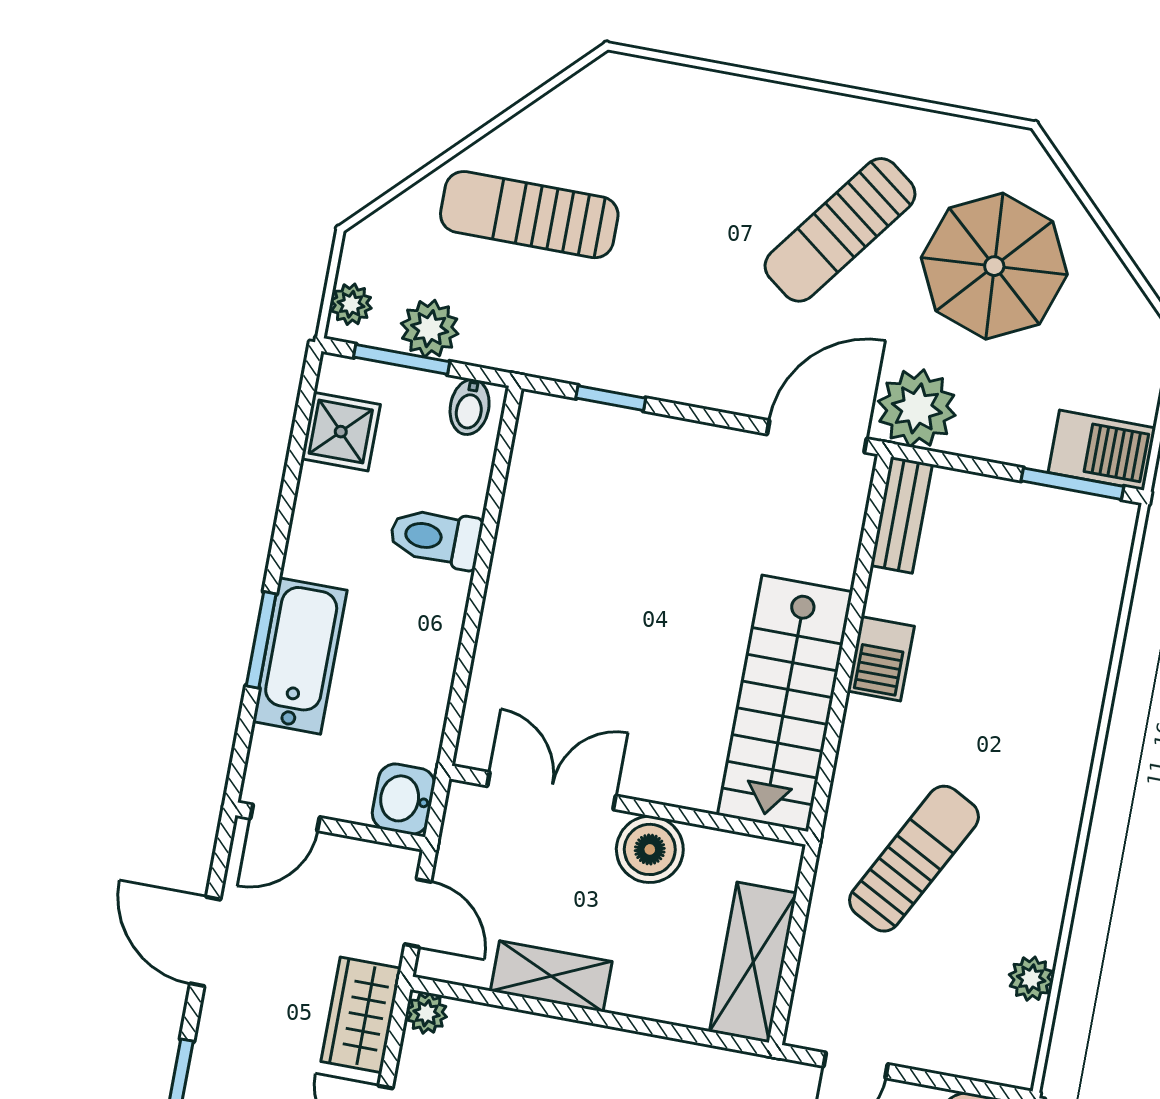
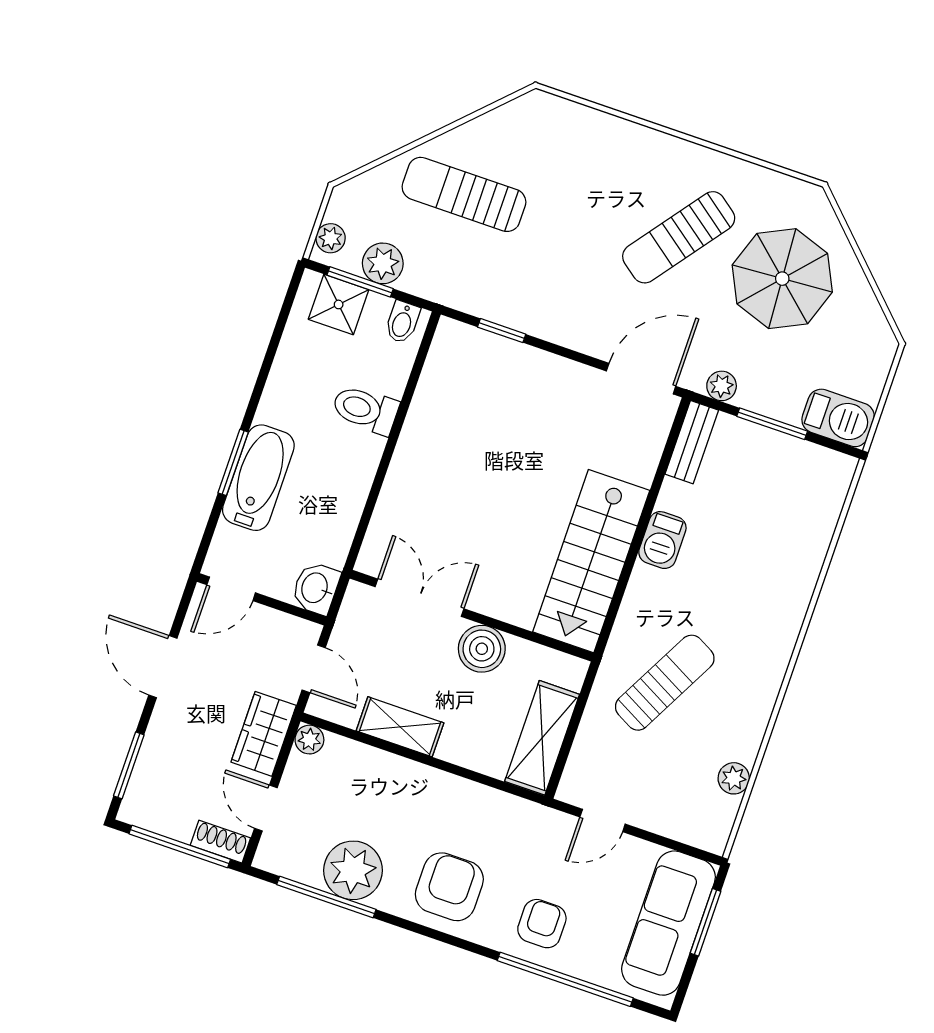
plant: (917, 408) -> (722, 386), width x0.53, depth x0.53
shower: (341, 432) -> (339, 304), moved
window: (1072, 484) -> (772, 424), moved

